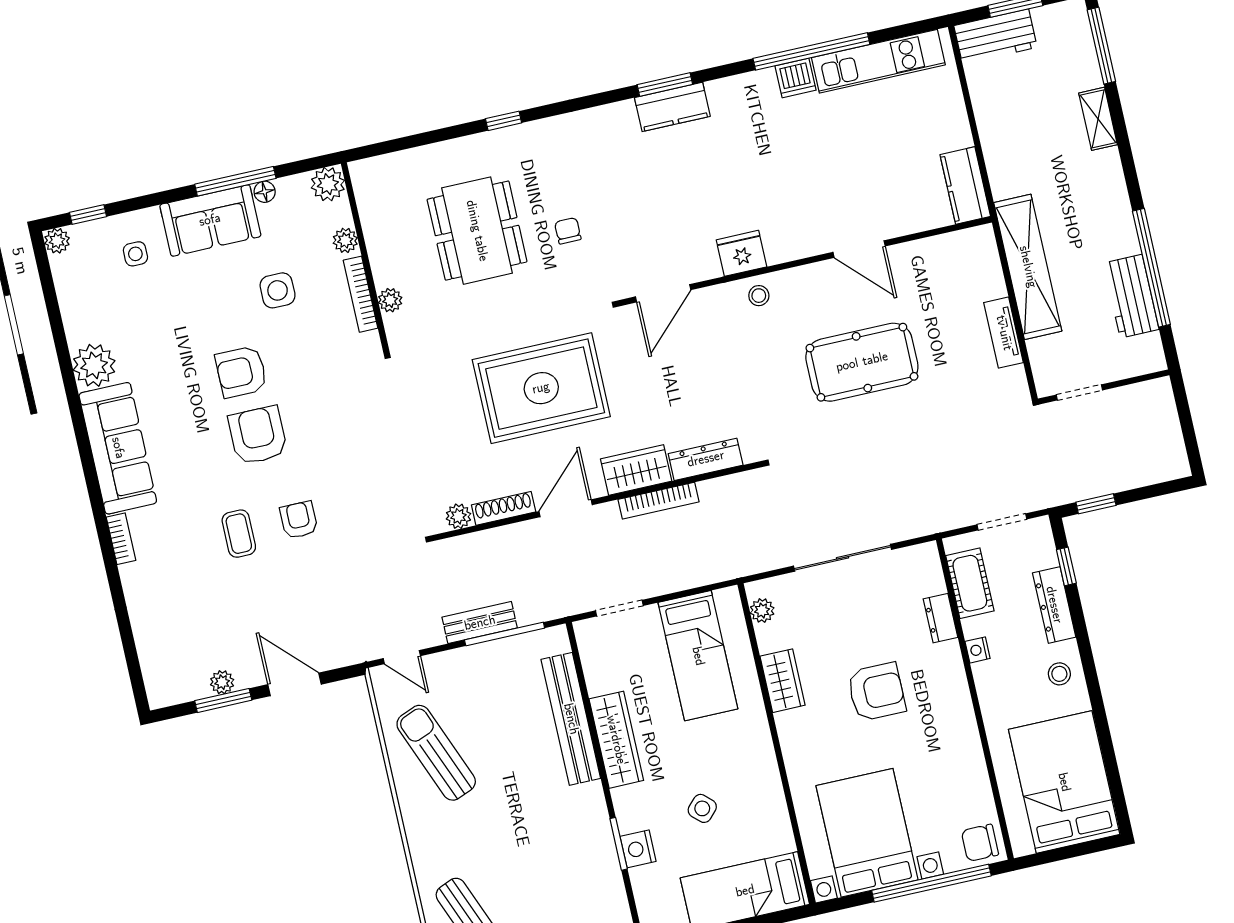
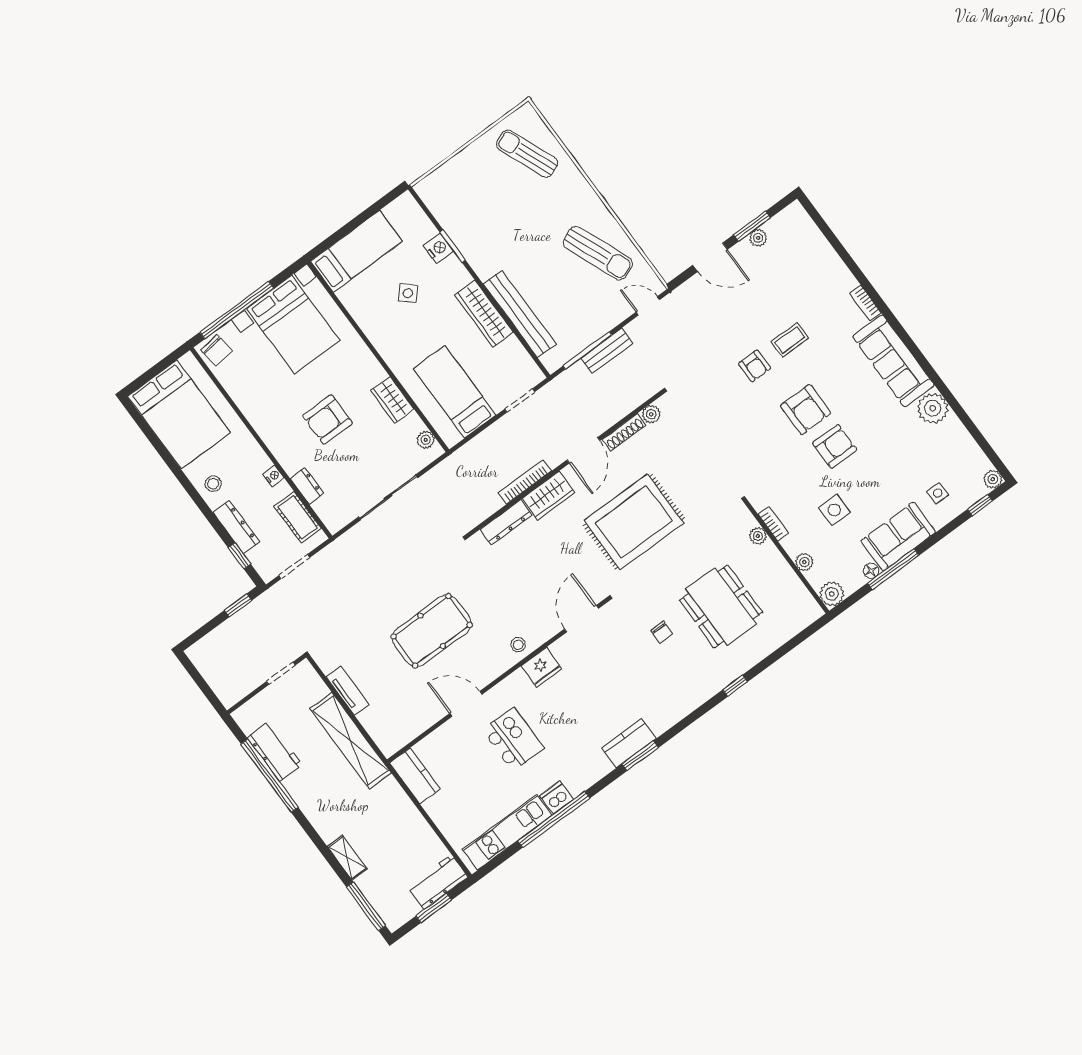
kitchen island: (819, 177) -> (513, 739), added
bookcase: (361, 294) -> (773, 524), width x0.64
coffee table: (239, 534) -> (790, 340), turned 90
chair: (980, 843) -> (217, 350), turned 83

